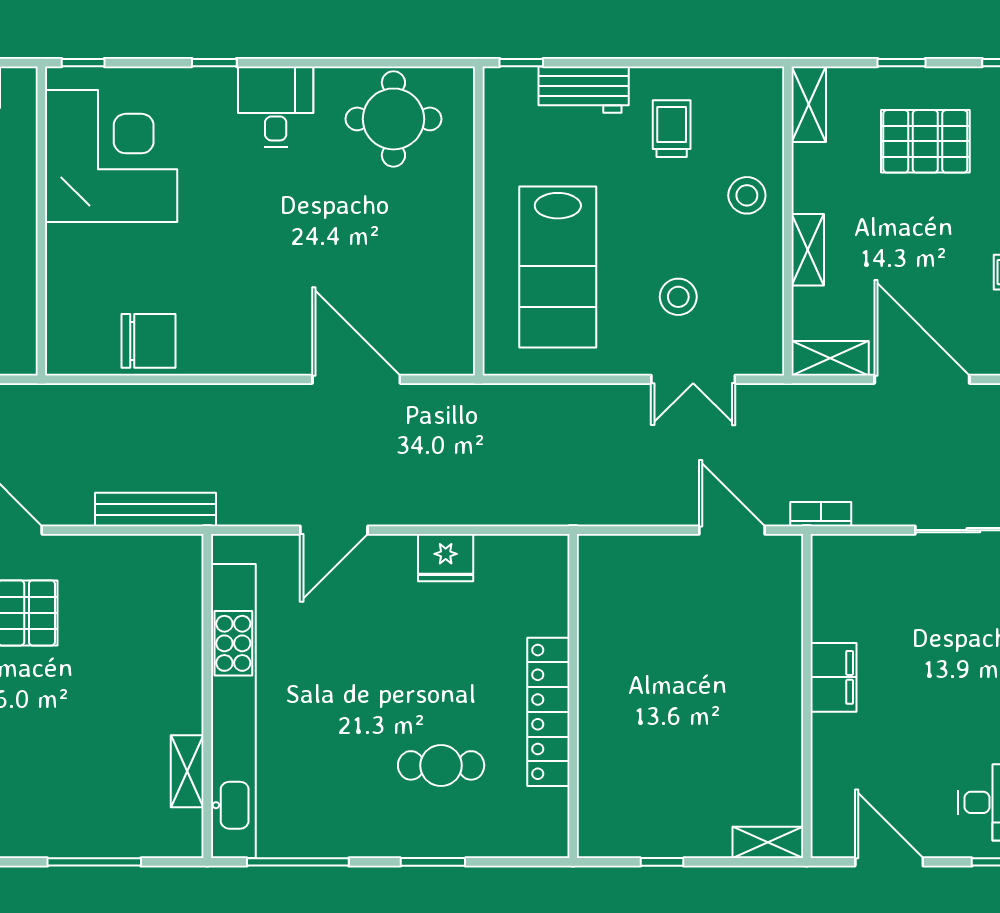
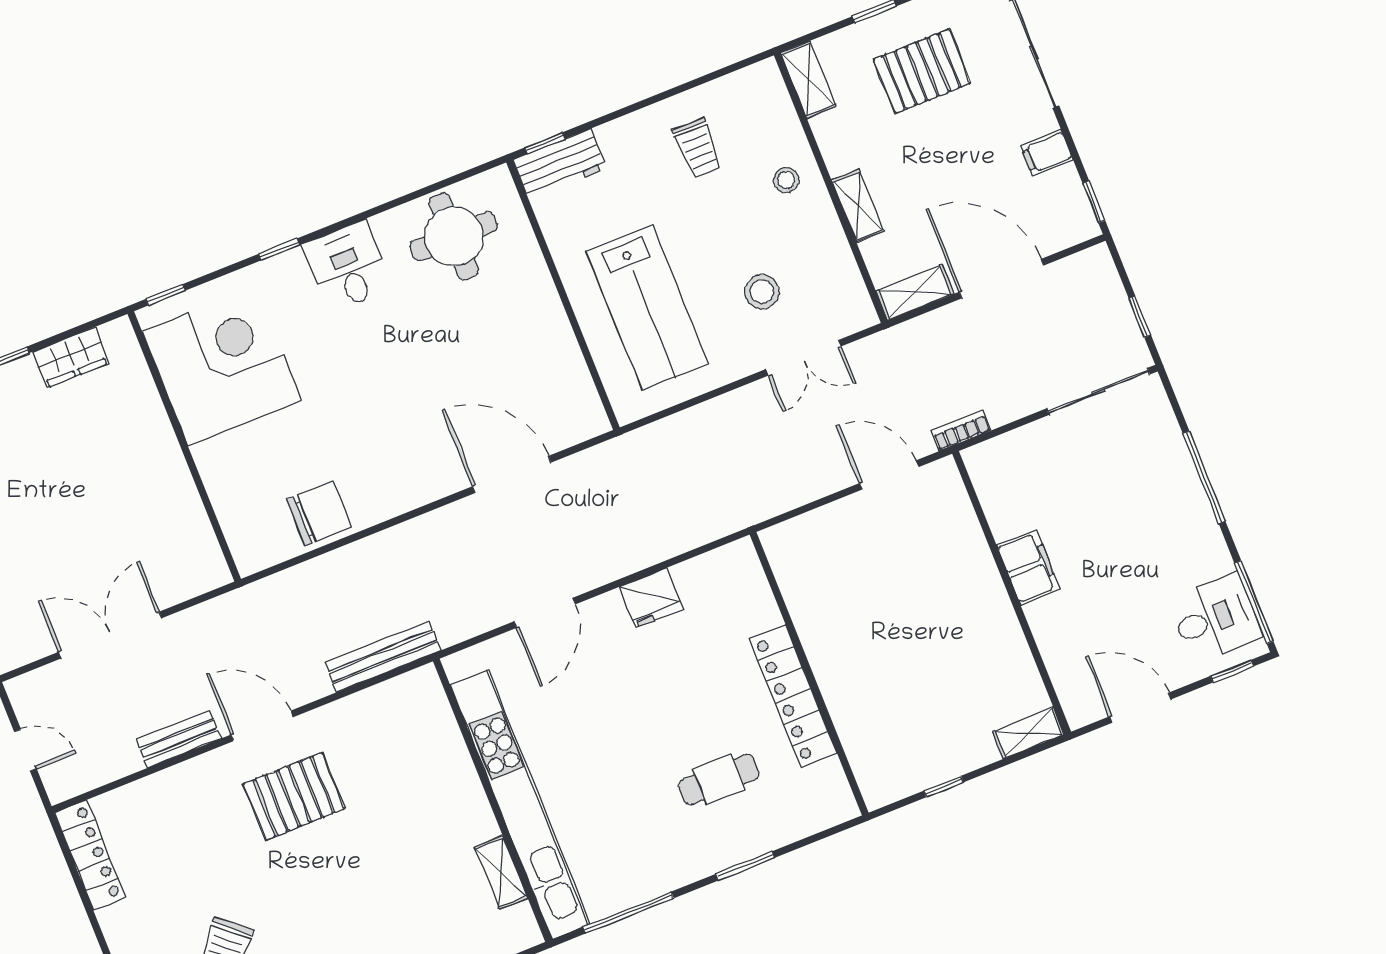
workbench: (584, 90) -> (560, 164), moved
trolley: (672, 129) -> (698, 148), turned 180
stool: (747, 195) -> (786, 180), width x0.73, depth x0.73

